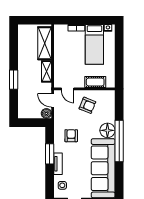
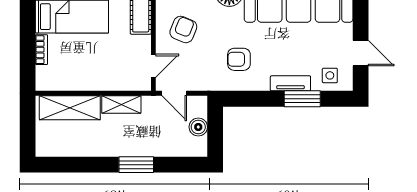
door: (53, 100) -> (174, 93), hinge flipped
boiler: (46, 113) -> (198, 127), moved
window: (50, 154) -> (302, 99), moved

